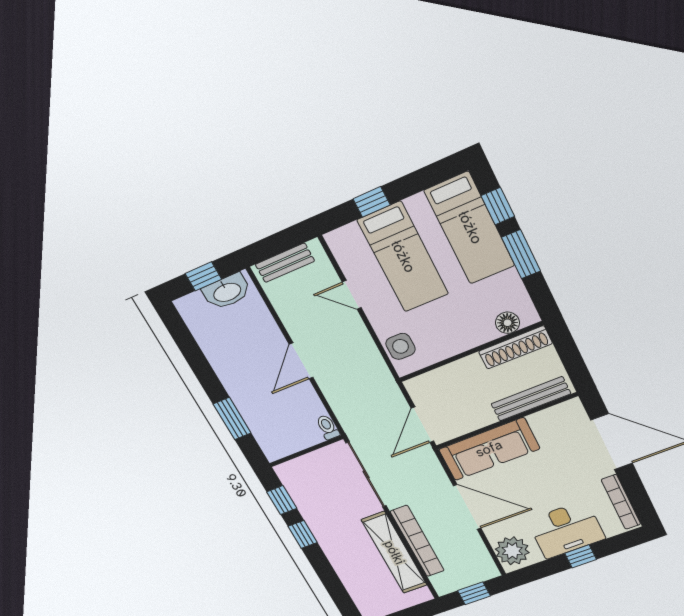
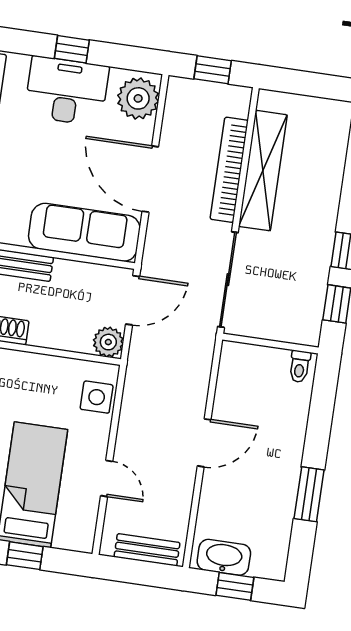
plant: (419, 388) -> (108, 342), added
window: (232, 418) -> (309, 494), moved
toilet: (328, 427) -> (300, 366), moved

